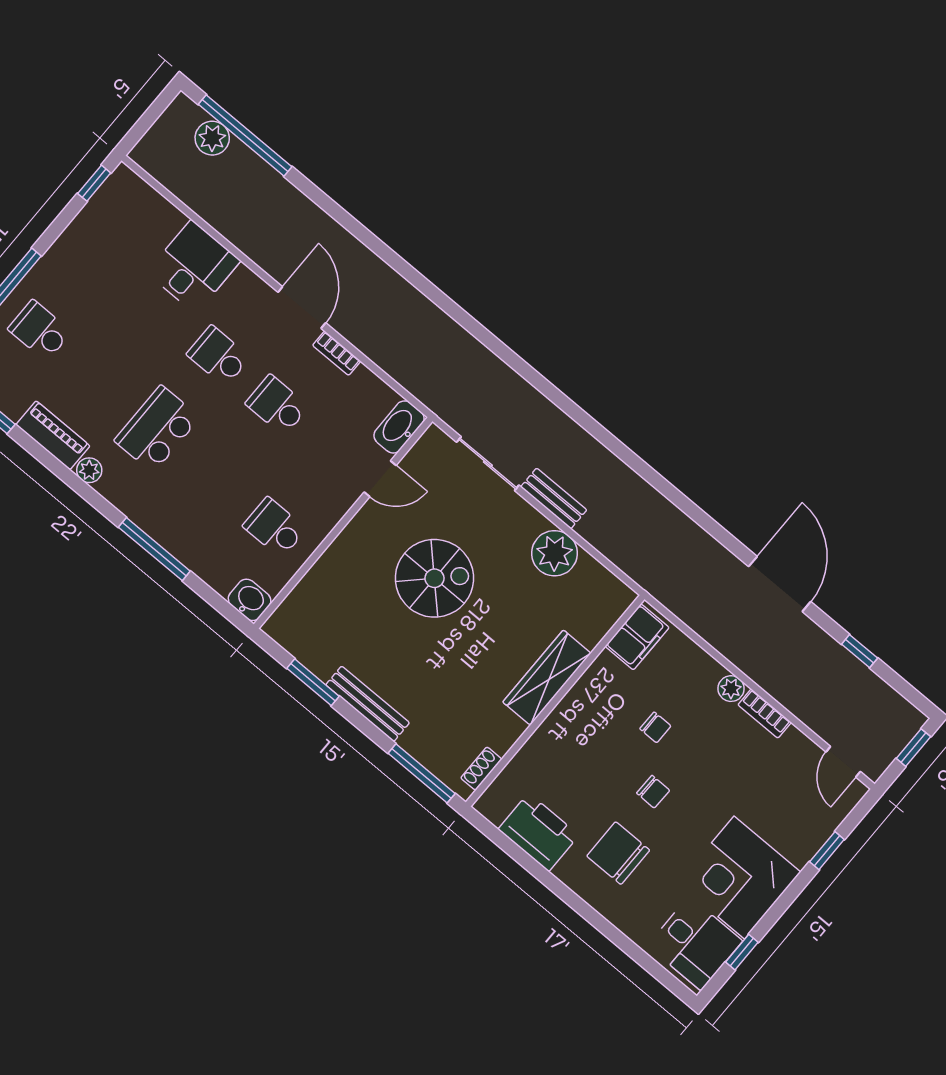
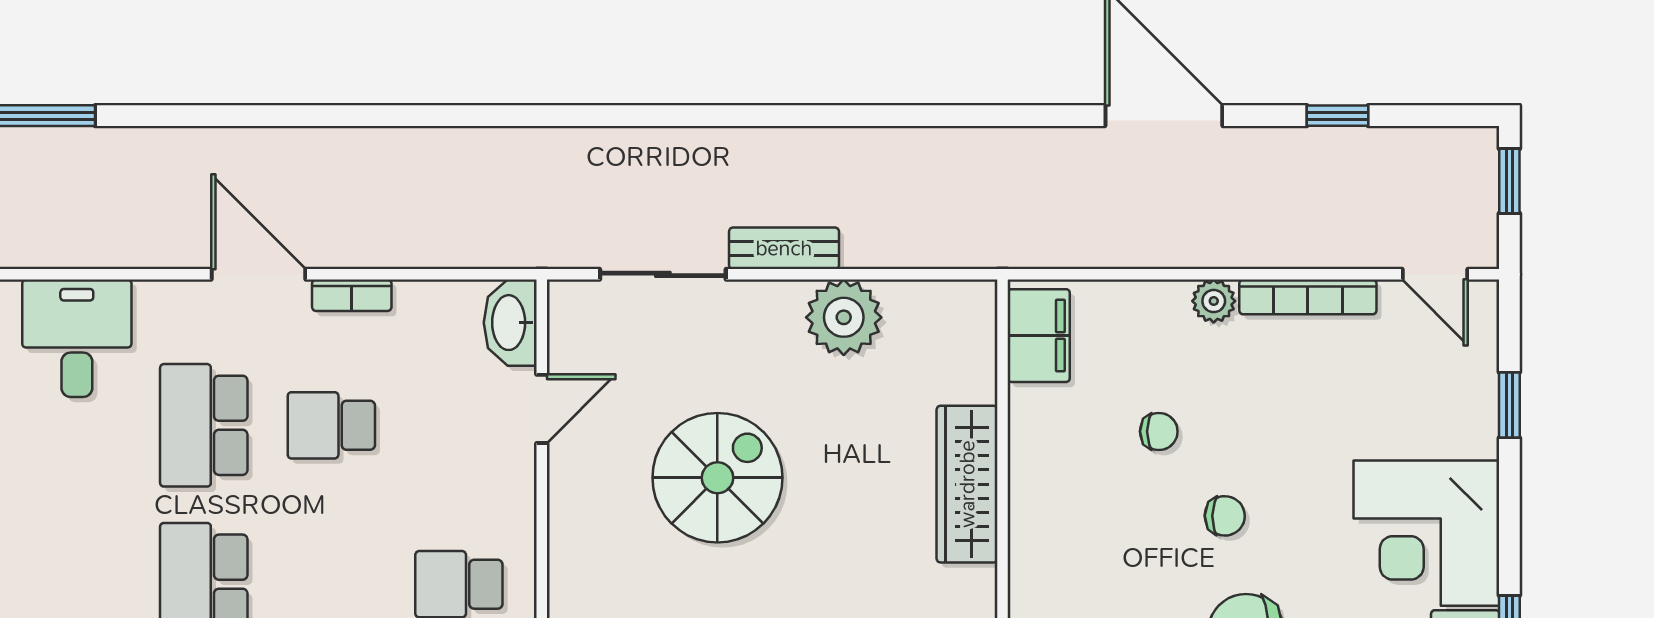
school desk: (218, 356) -> (204, 425), width x1.85
bookcase: (765, 714) -> (1308, 297), width x1.56

